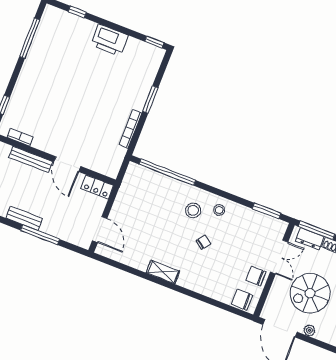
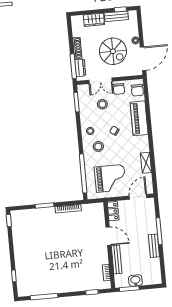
printer: (110, 40) -> (21, 248), removed
door: (67, 164) -> (108, 236), hinge flipped
grand piano: (143, 205) -> (110, 178), added
stool: (247, 244) -> (102, 104), added
double door: (279, 257) -> (100, 81), swing flipped
shelving: (163, 272) -> (146, 163), moved
piano: (203, 283) -> (139, 118), added

